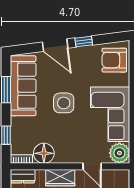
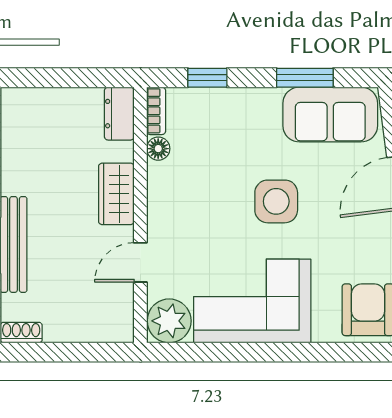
sofa: (23, 86) -> (330, 115), width x0.73
floor lamp: (44, 153) -> (158, 149), width x0.53, depth x0.53

